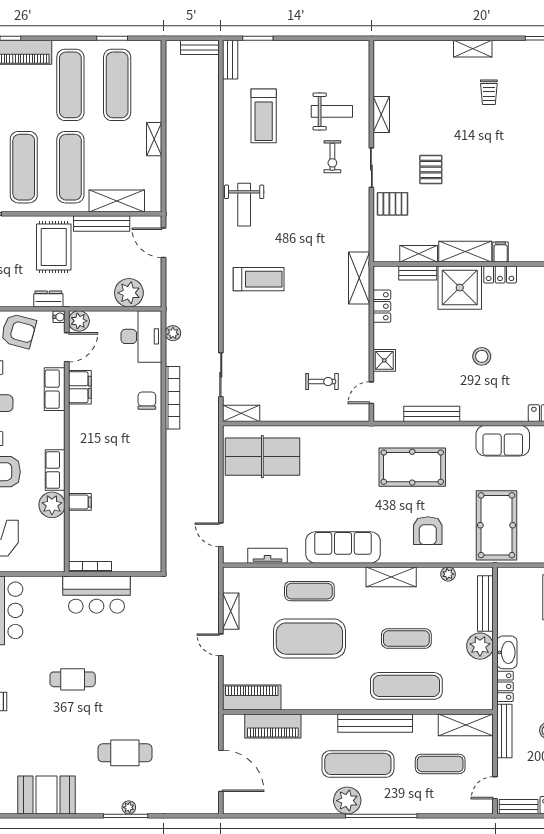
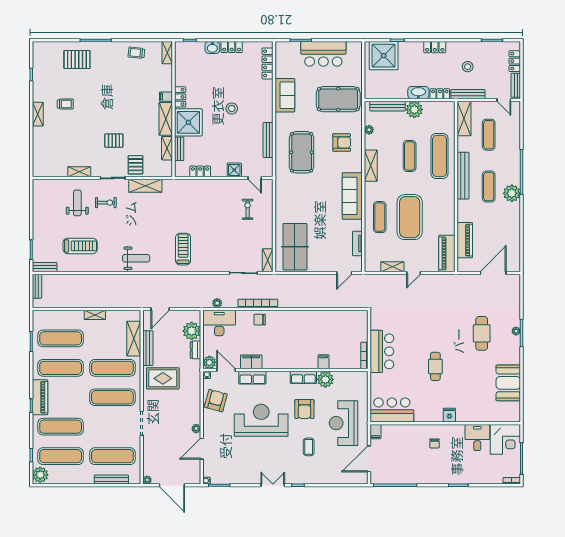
shelving: (359, 278) -> (145, 186), moved
dresser: (48, 299) -> (196, 350), moved
exercise mat: (358, 764) -> (489, 187), width x0.73, depth x0.69

